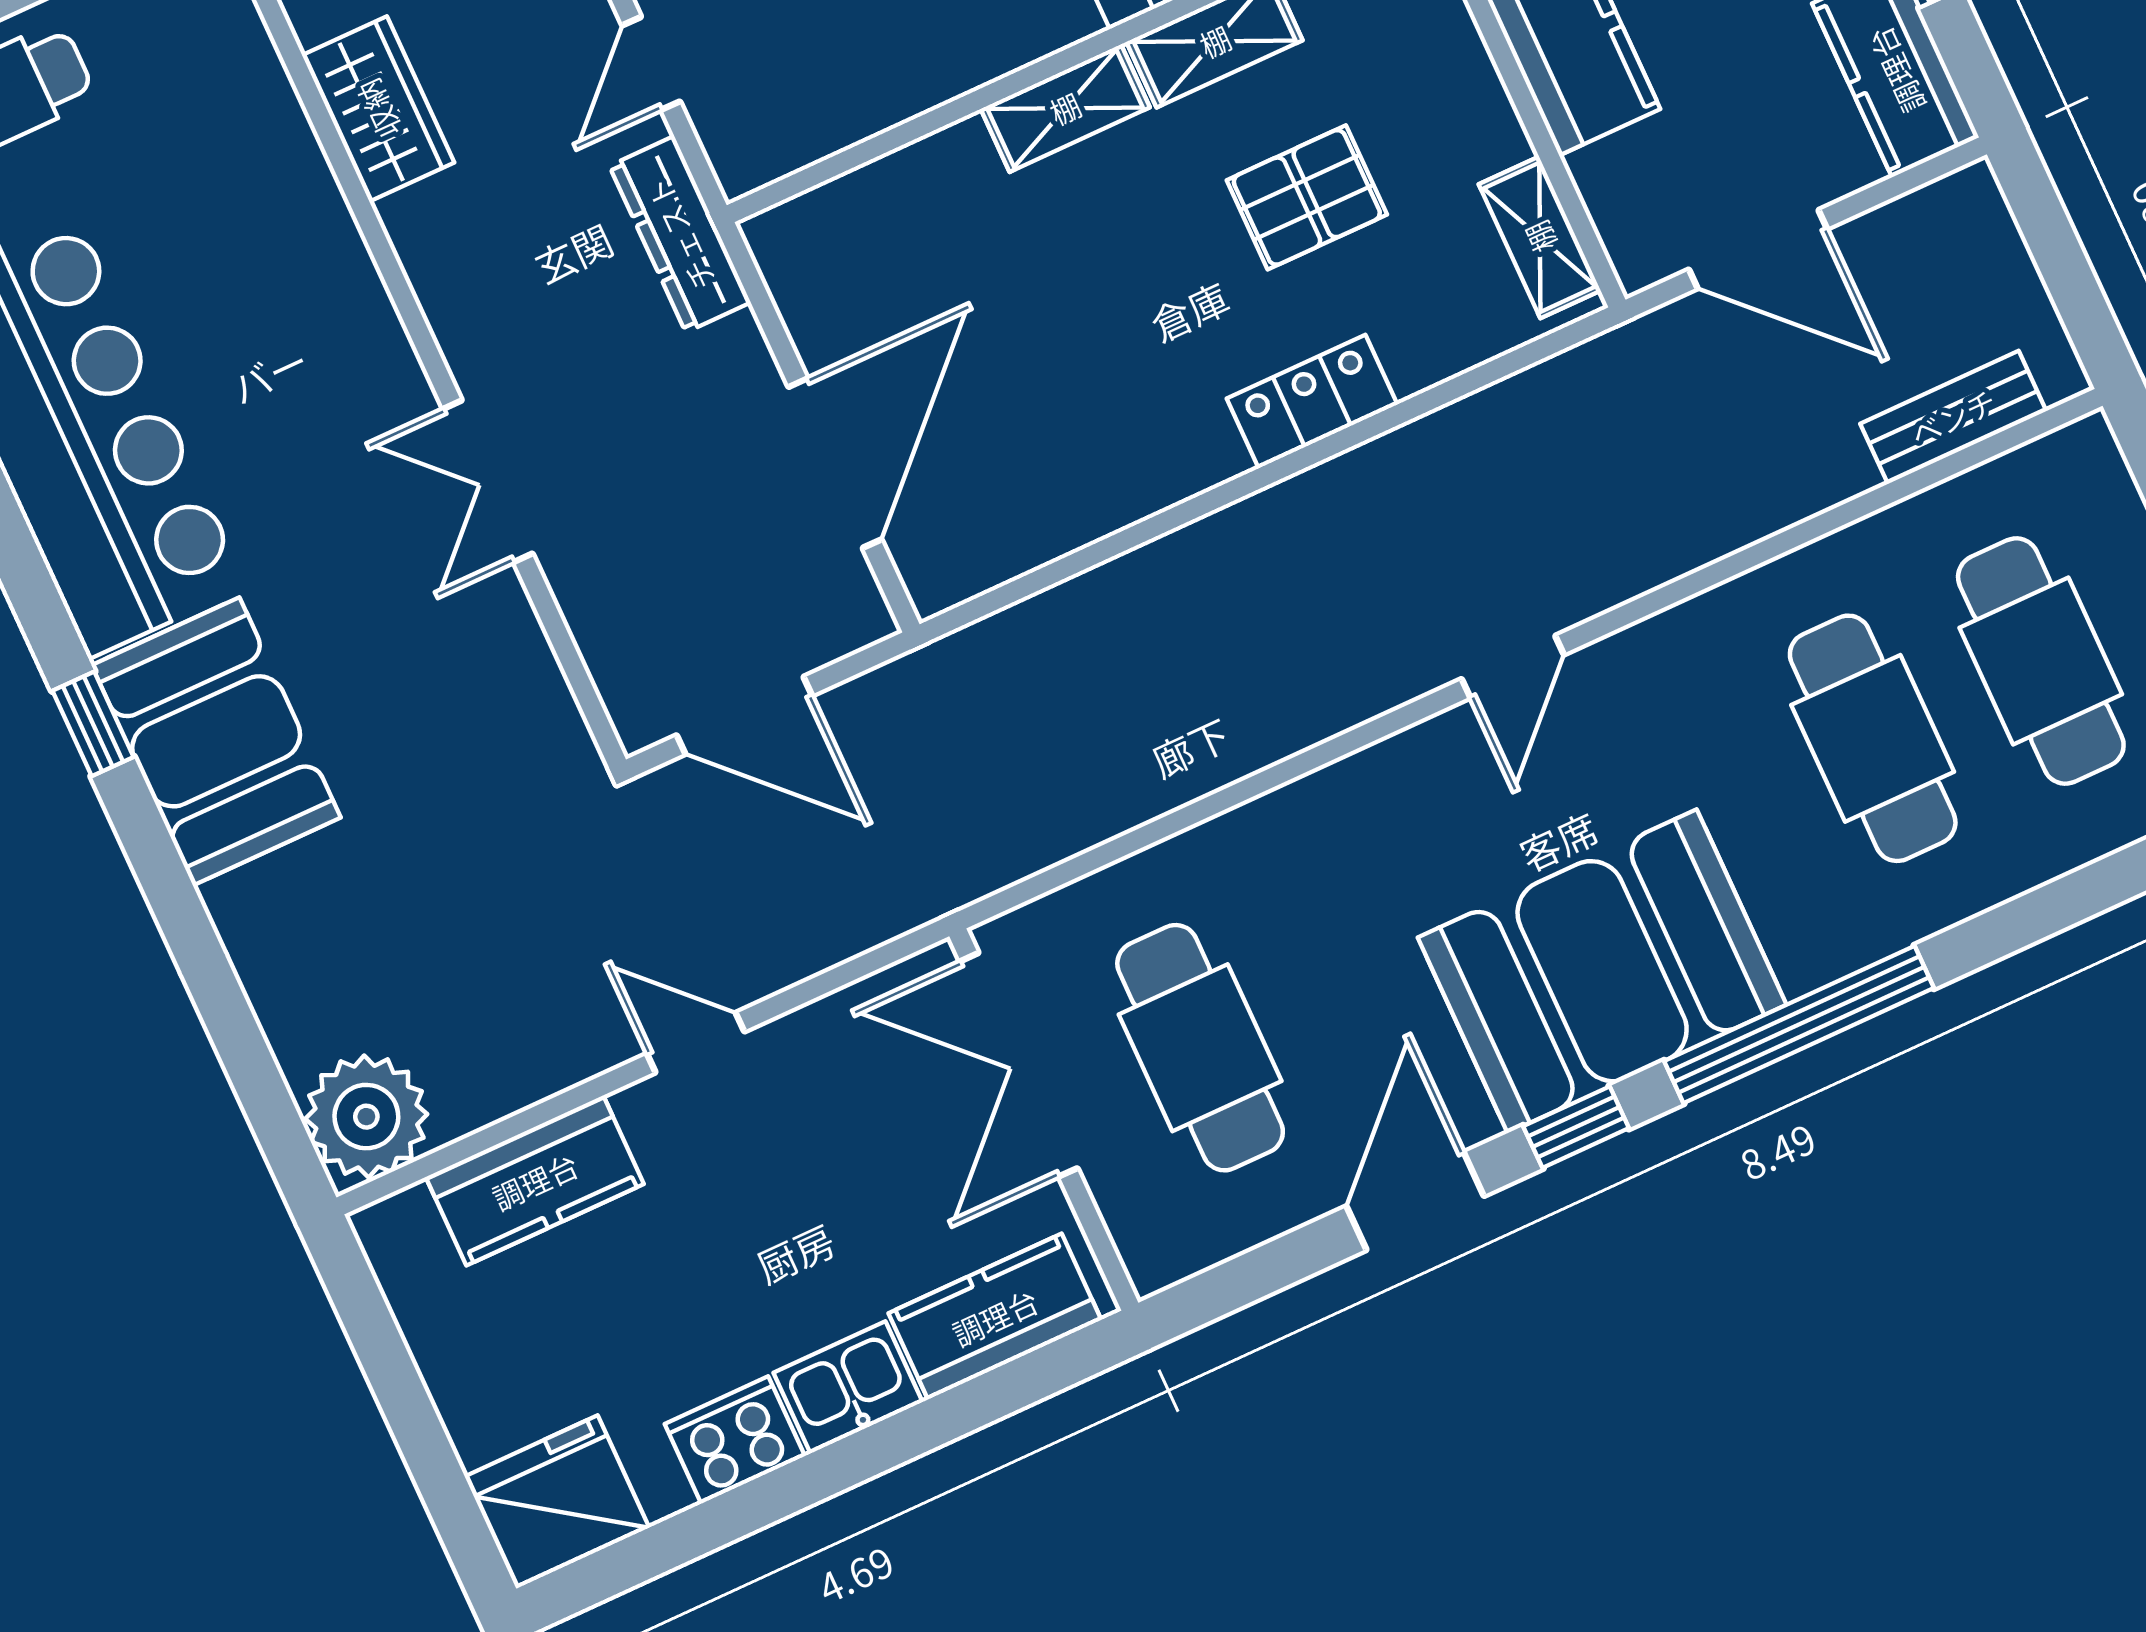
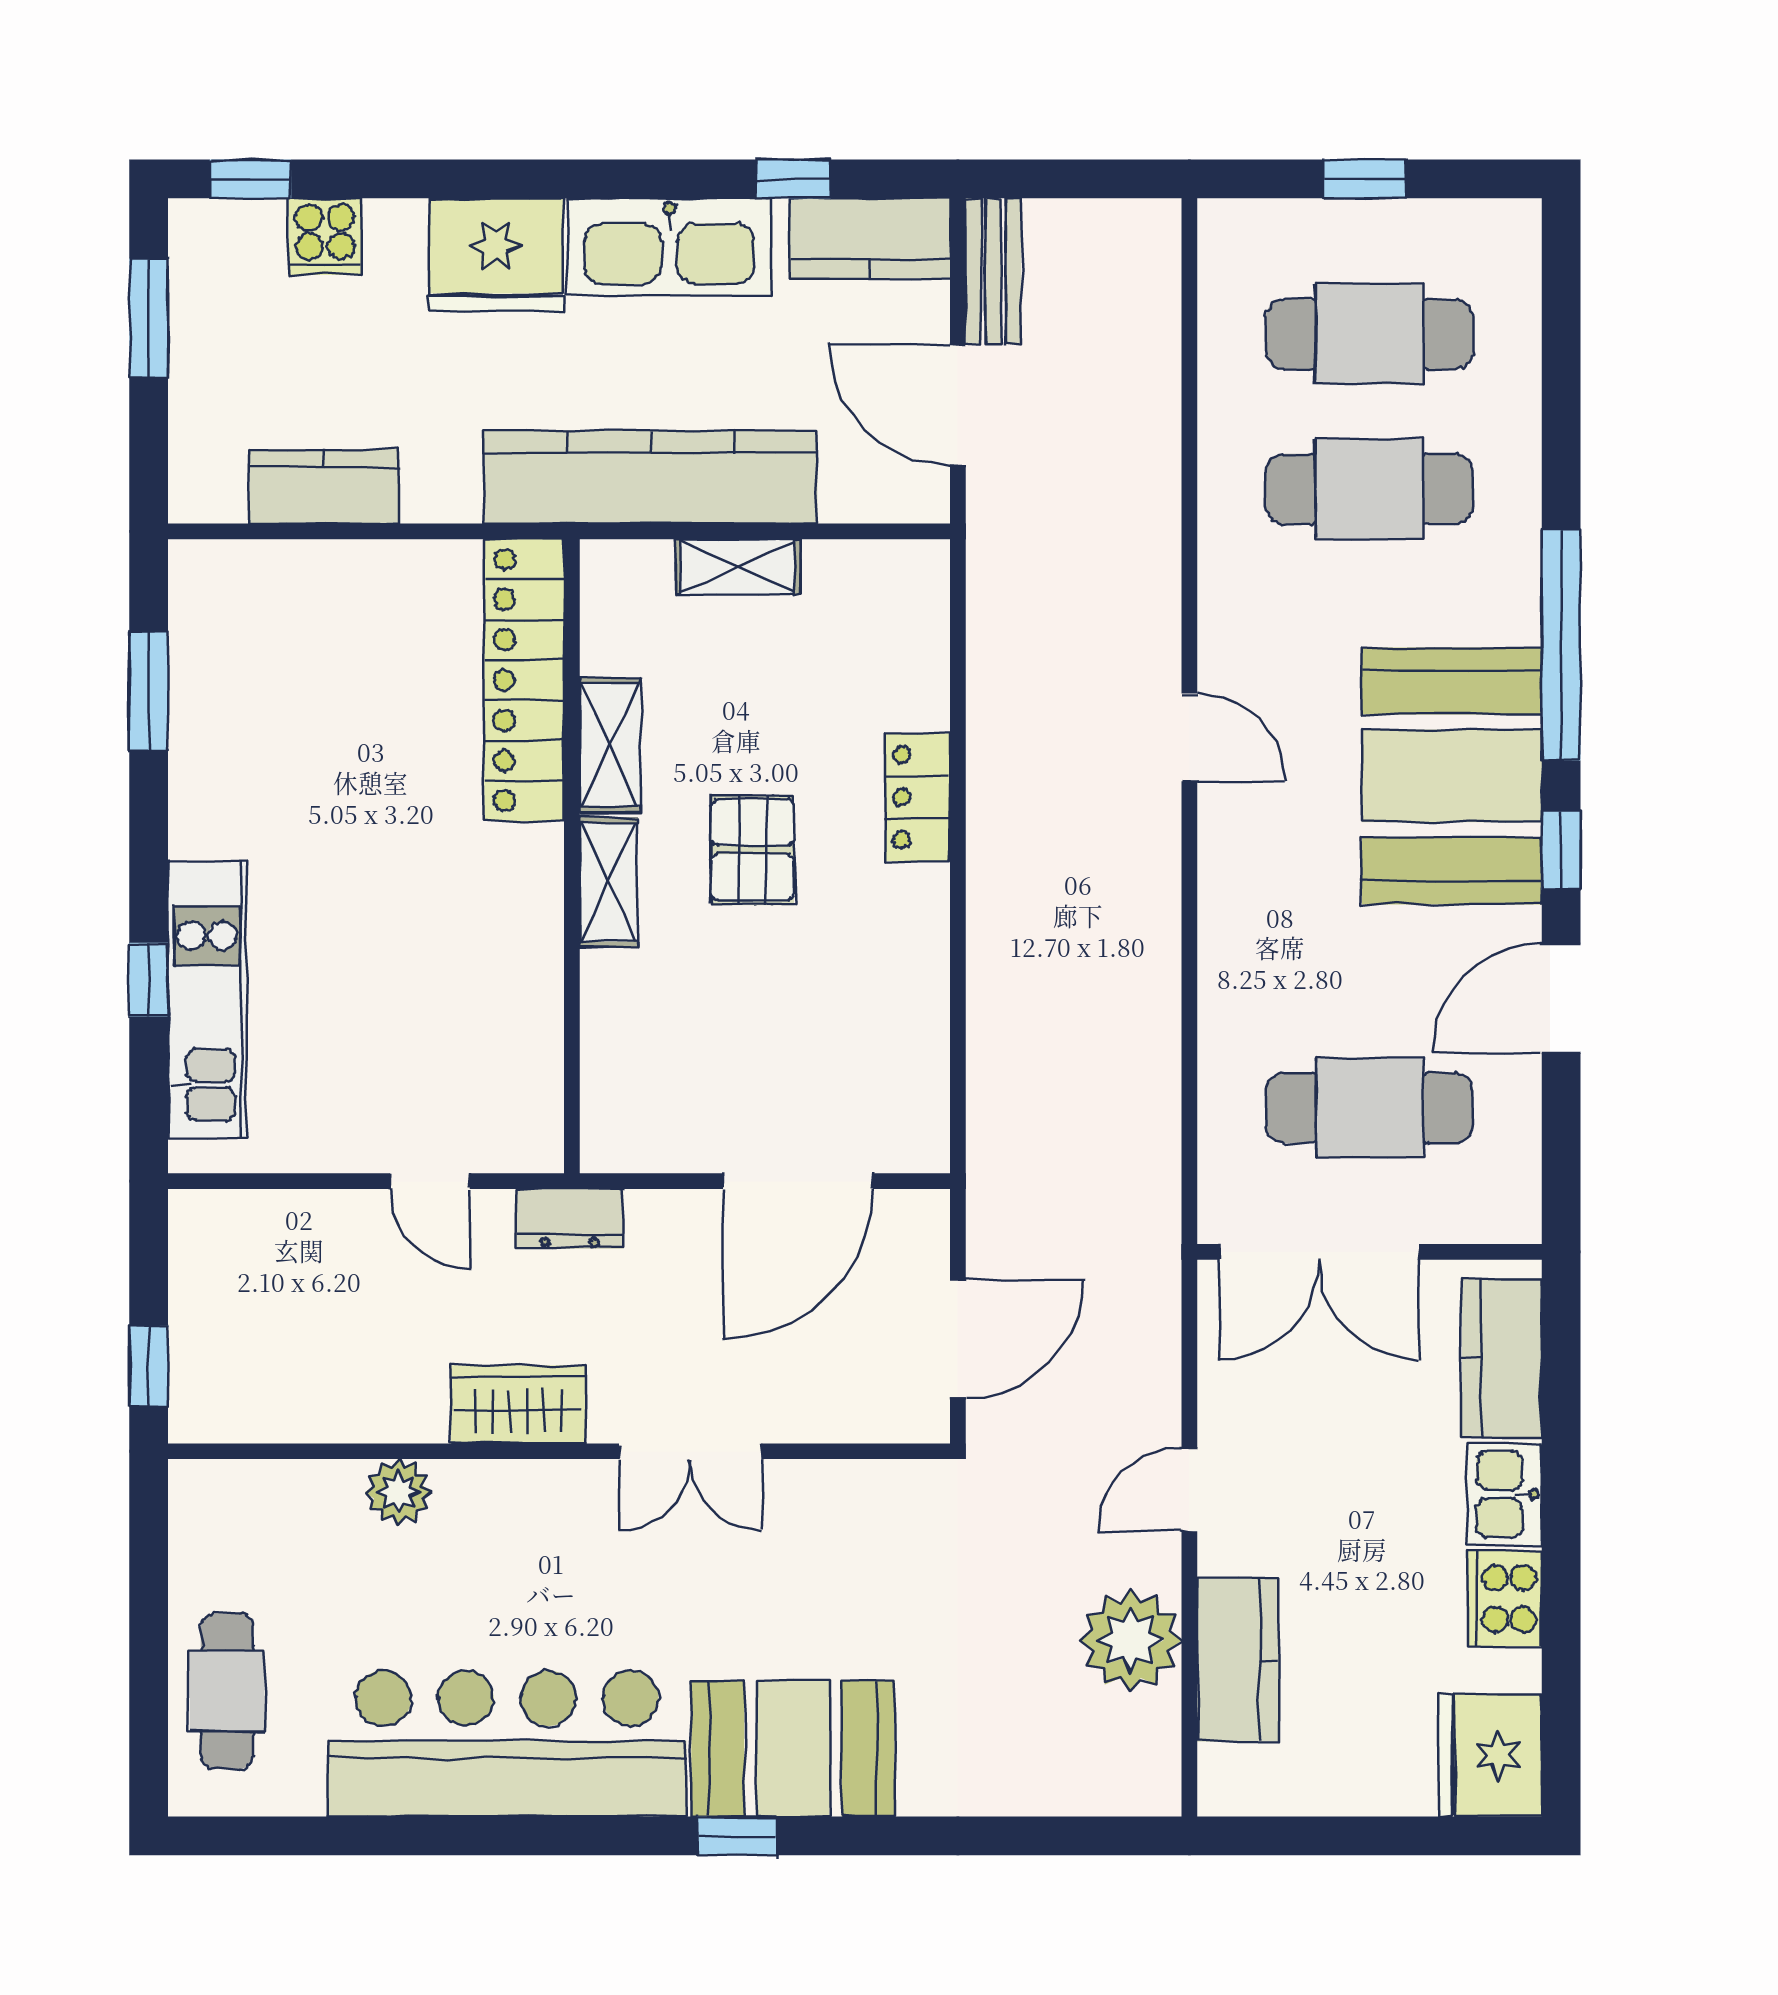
wardrobe: (378, 109) -> (518, 1404), moved
plant: (298, 184) -> (398, 1492), added
pallet: (1307, 197) -> (753, 850), moved
dresser: (680, 234) -> (570, 1219), width x0.70
shelving: (1540, 237) -> (738, 567), moved
door: (1758, 249) -> (958, 405), swing flipped
bench: (1953, 417) -> (993, 271), moved
door: (835, 463) -> (798, 1181), swing flipped
plant: (366, 1117) -> (1131, 1640), moved
door: (1415, 1201) -> (1561, 998), hinge flipped

